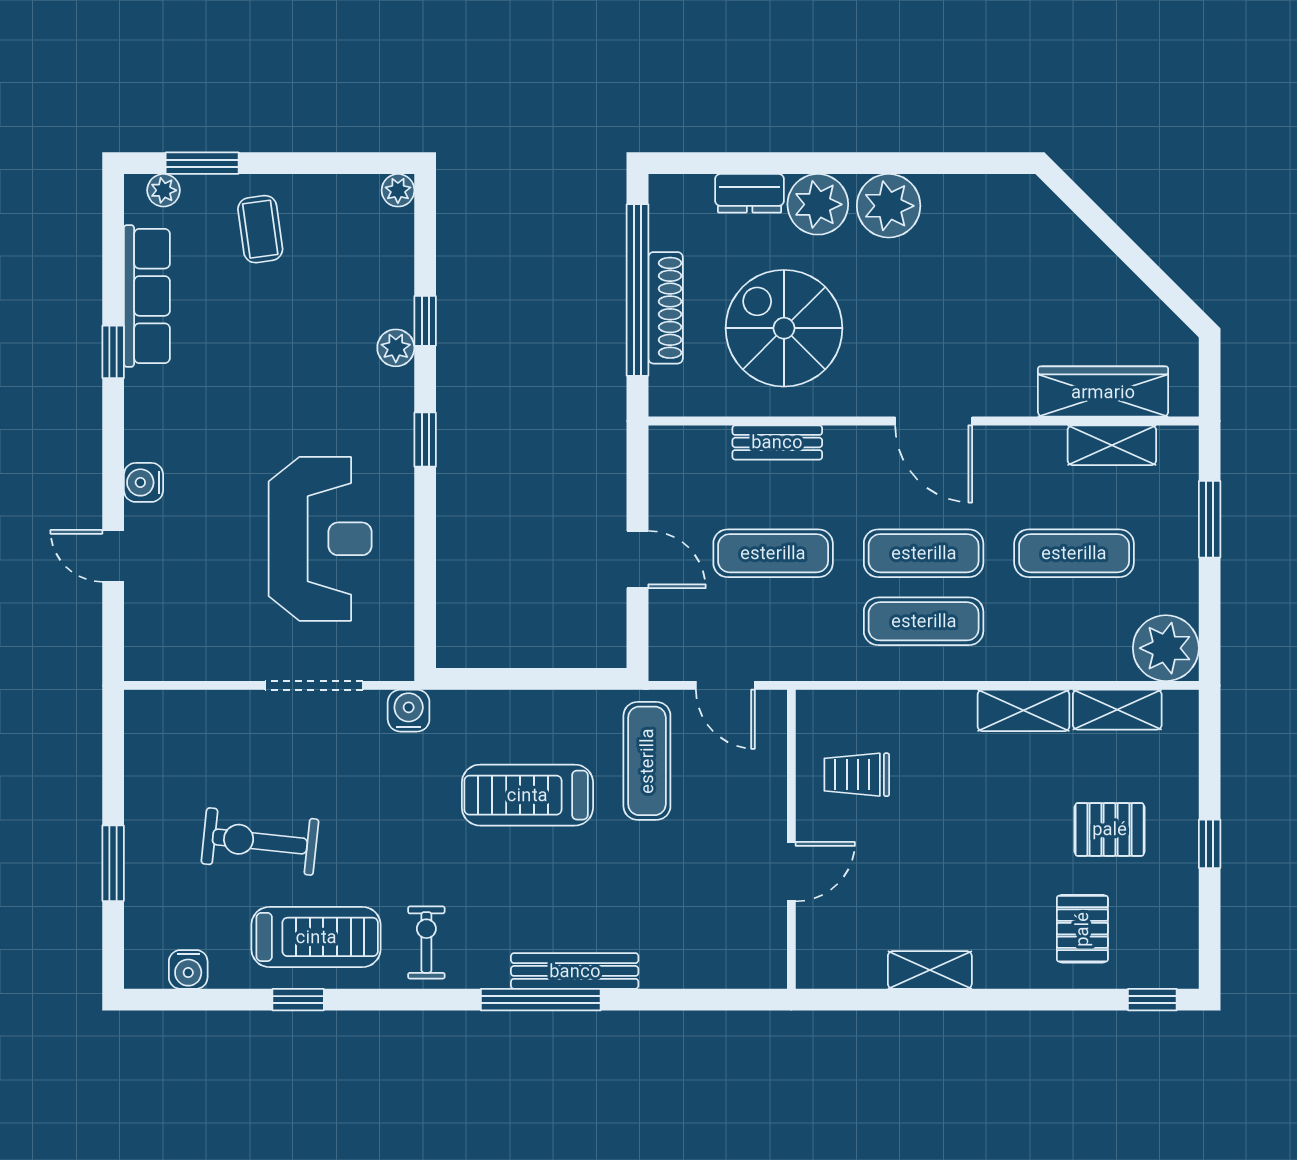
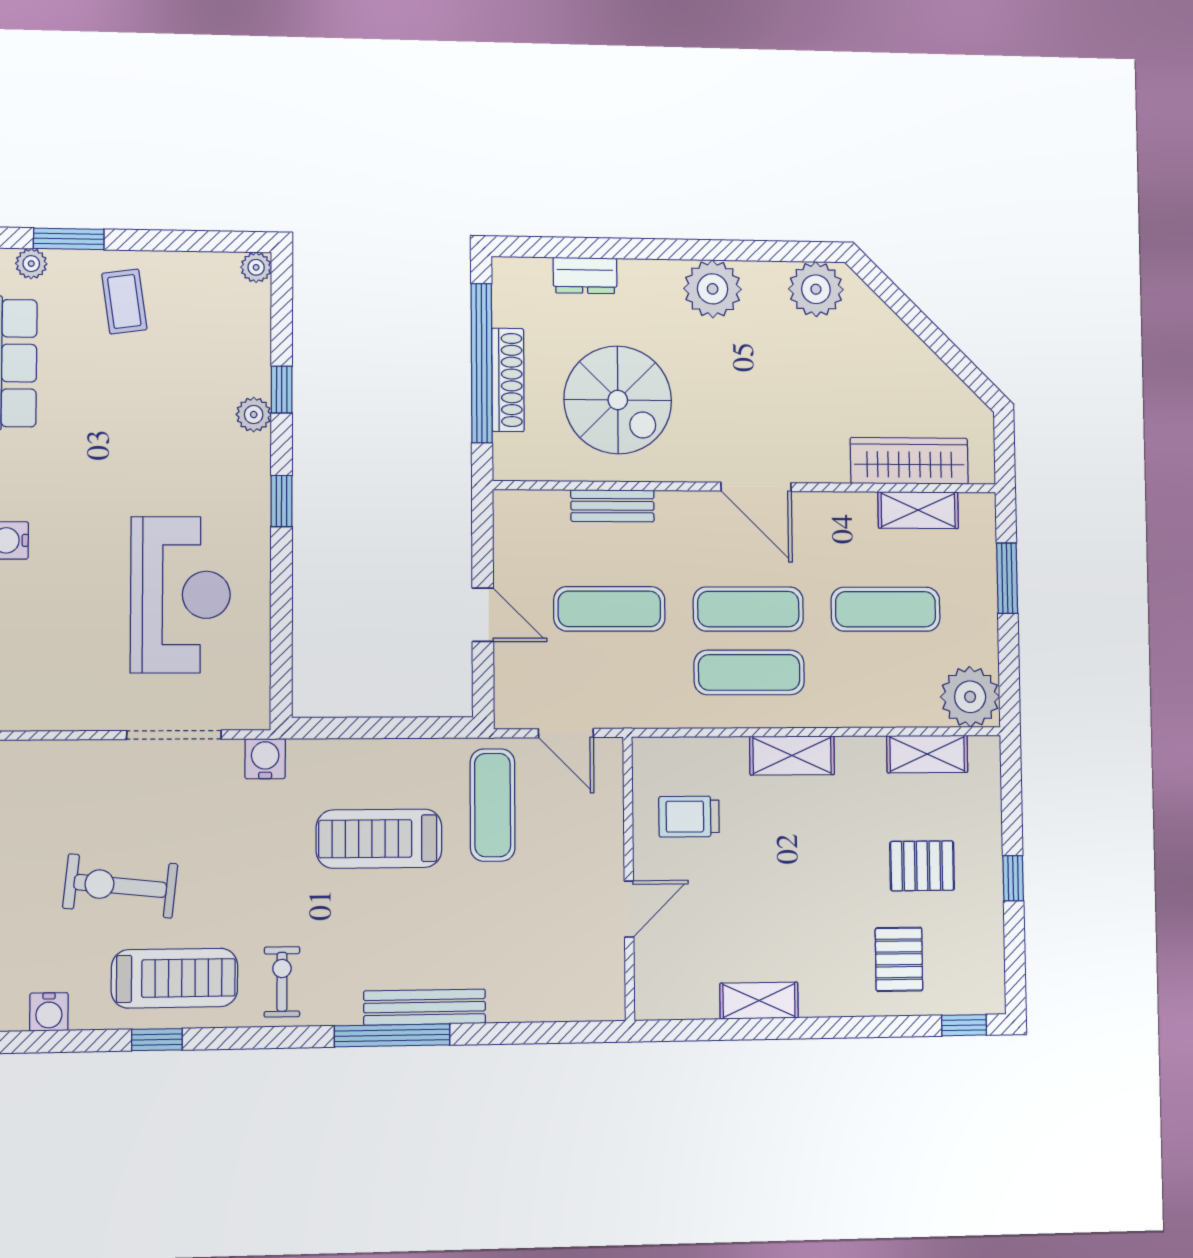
plant: (818, 204) -> (816, 289), moved
spiral stairs: (784, 328) -> (618, 400), turned 180
shelving: (1023, 710) -> (792, 755), moved

